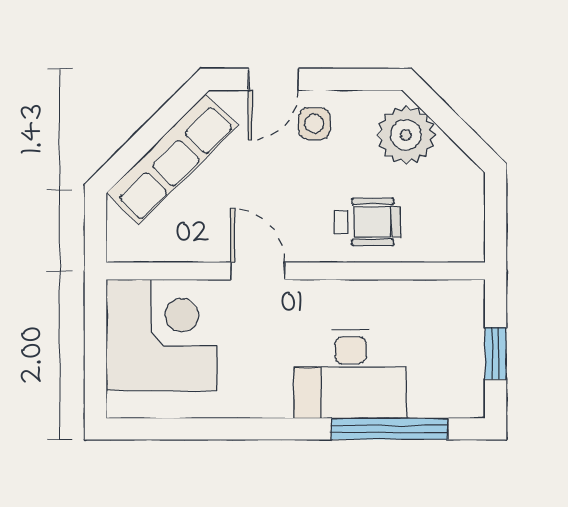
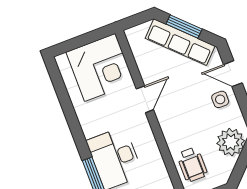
window: (145, 140) -> (184, 27), added
wheelchair: (367, 222) -> (192, 165), moved

